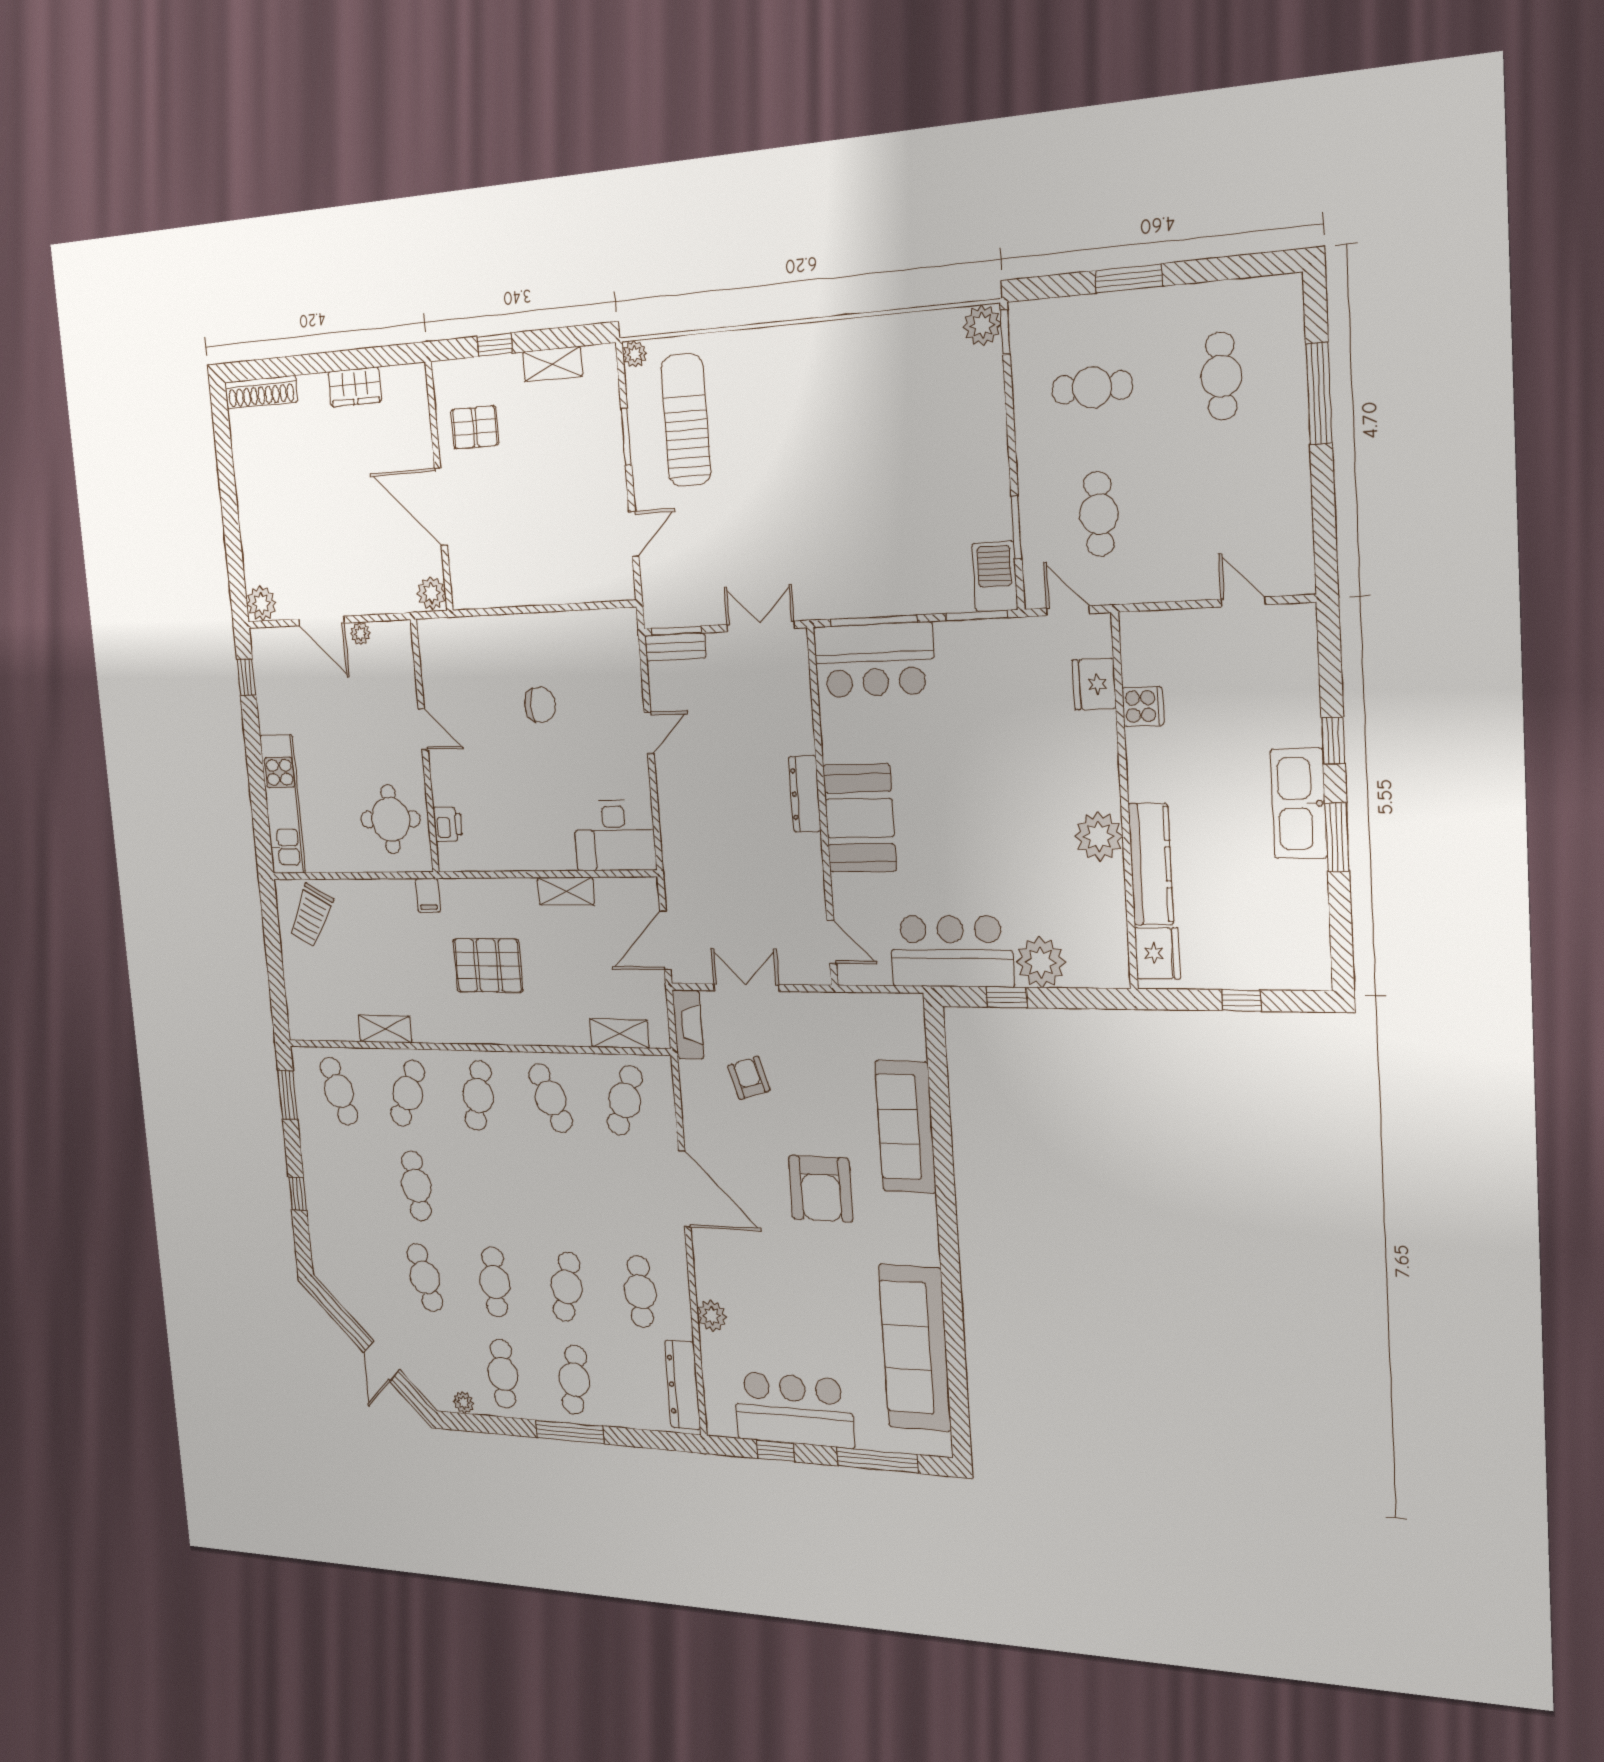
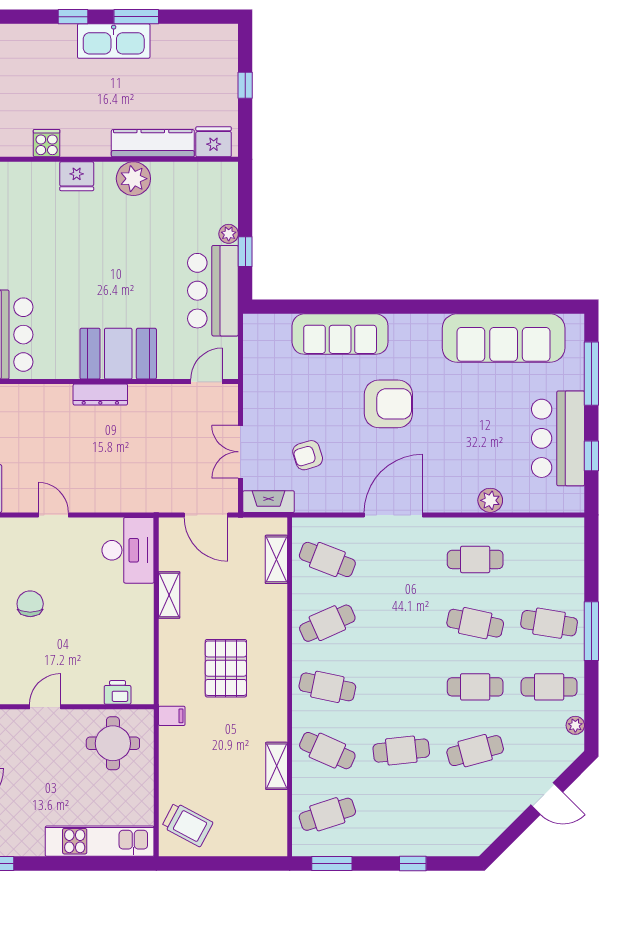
fridge: (1094, 684) -> (77, 176), moved
plant: (1041, 962) -> (229, 234), width x0.53, depth x0.53
dresser: (683, 1385) -> (546, 529), removed

